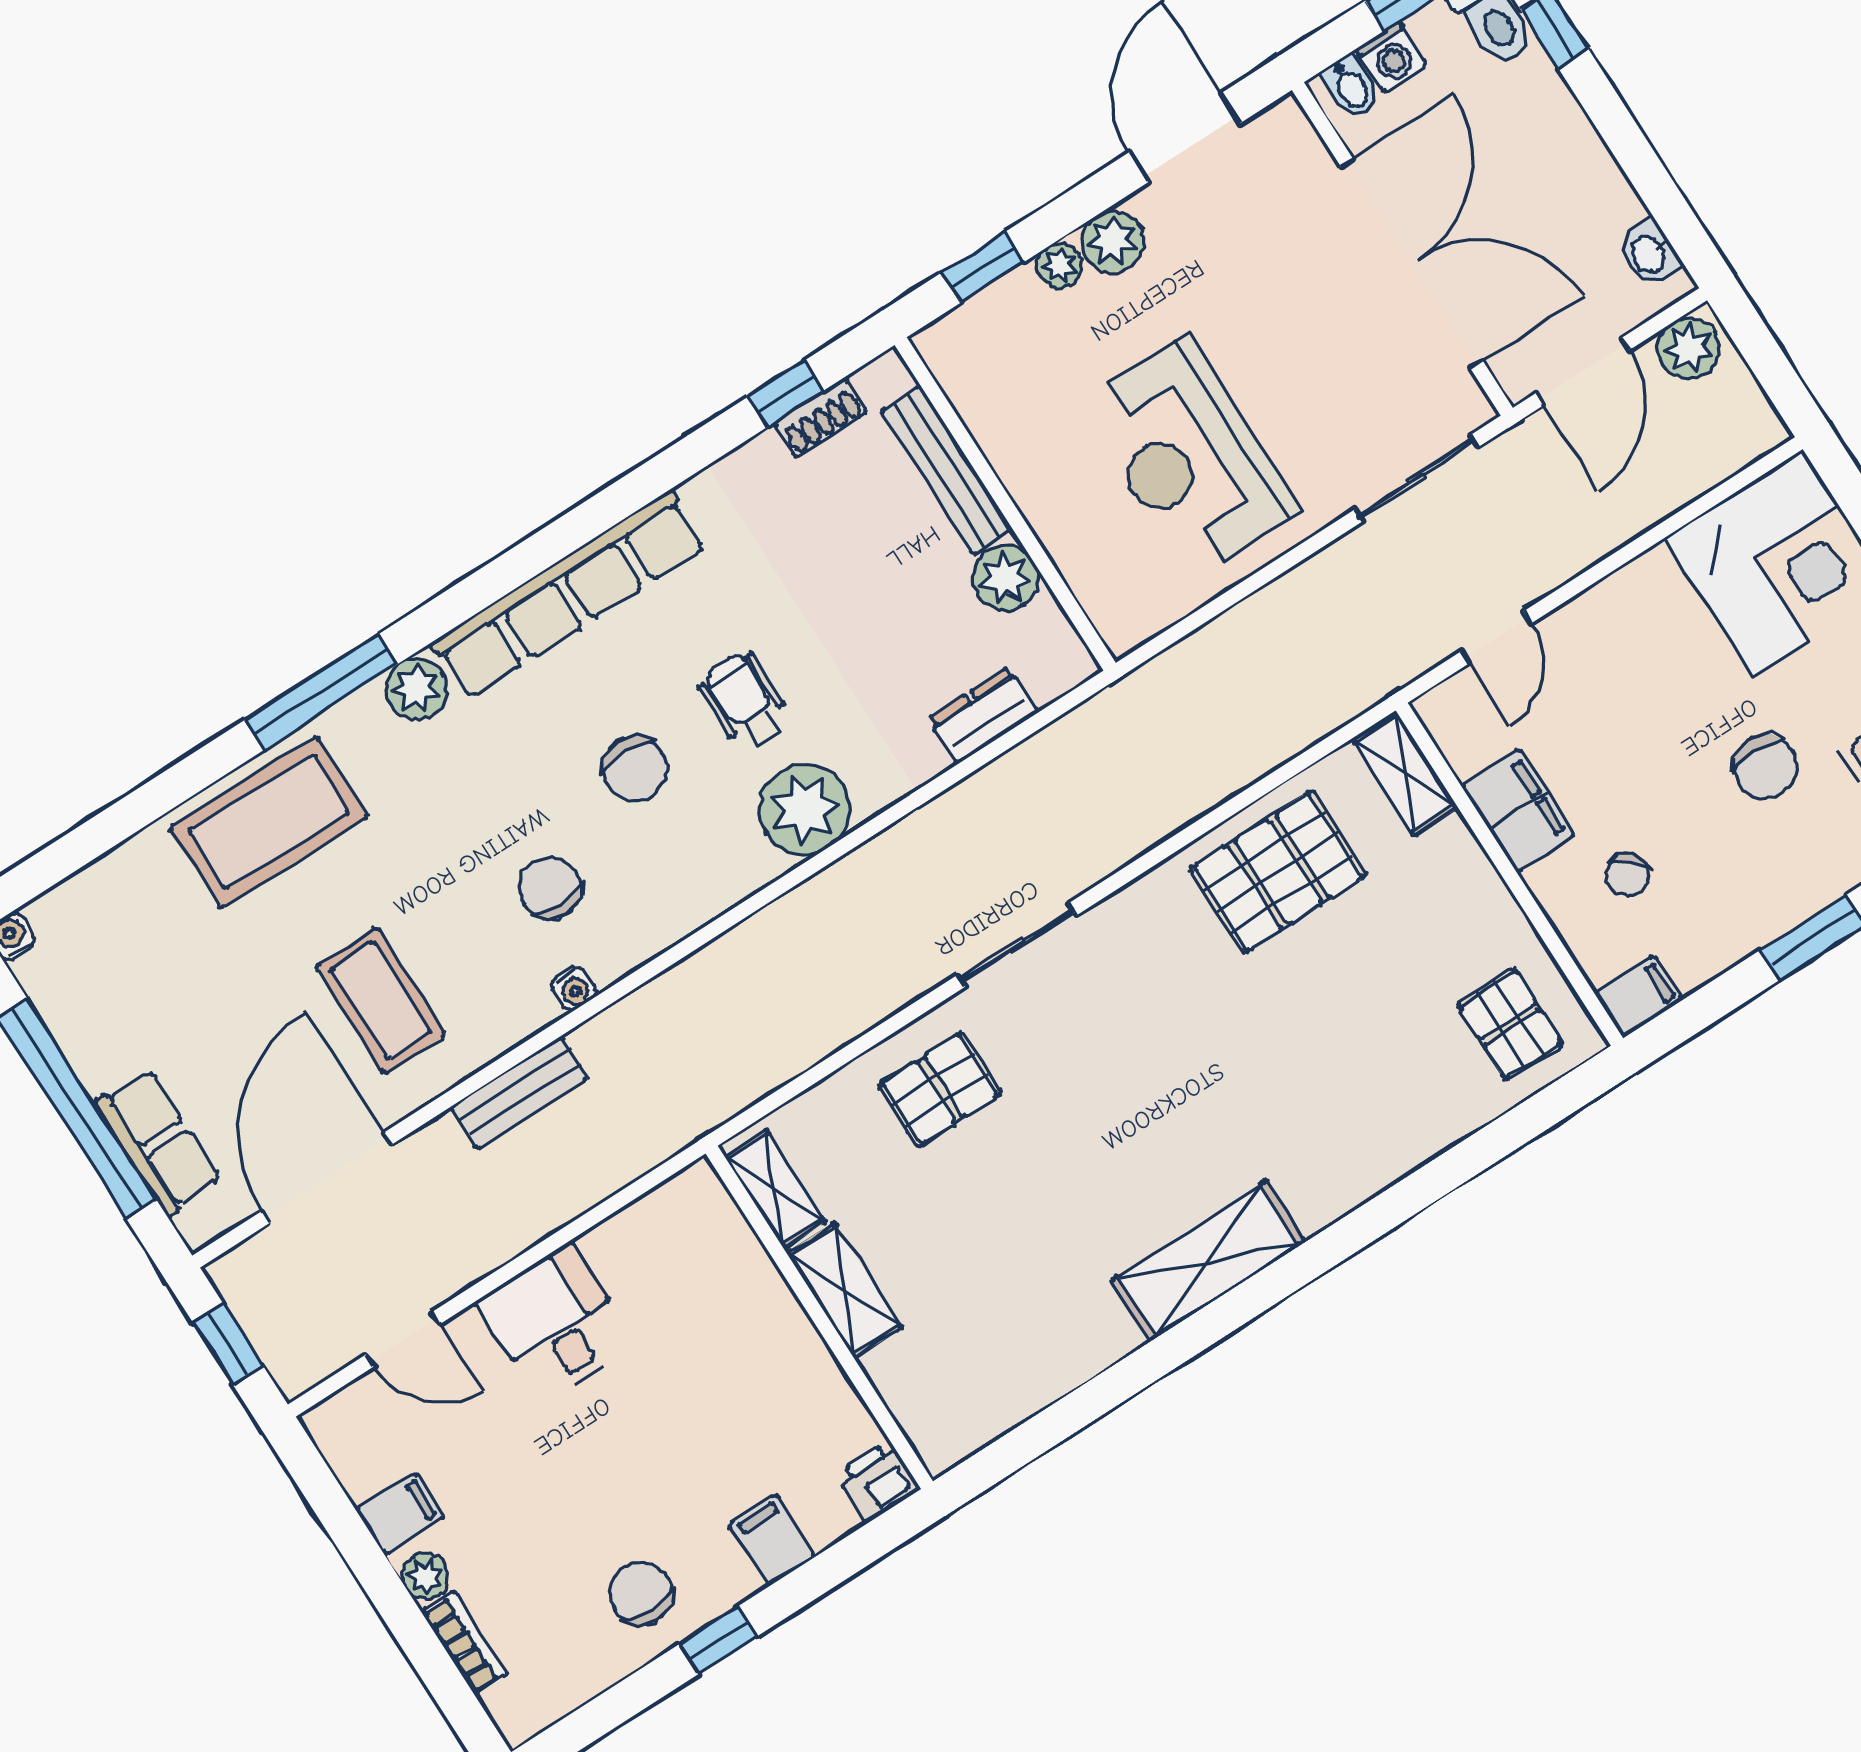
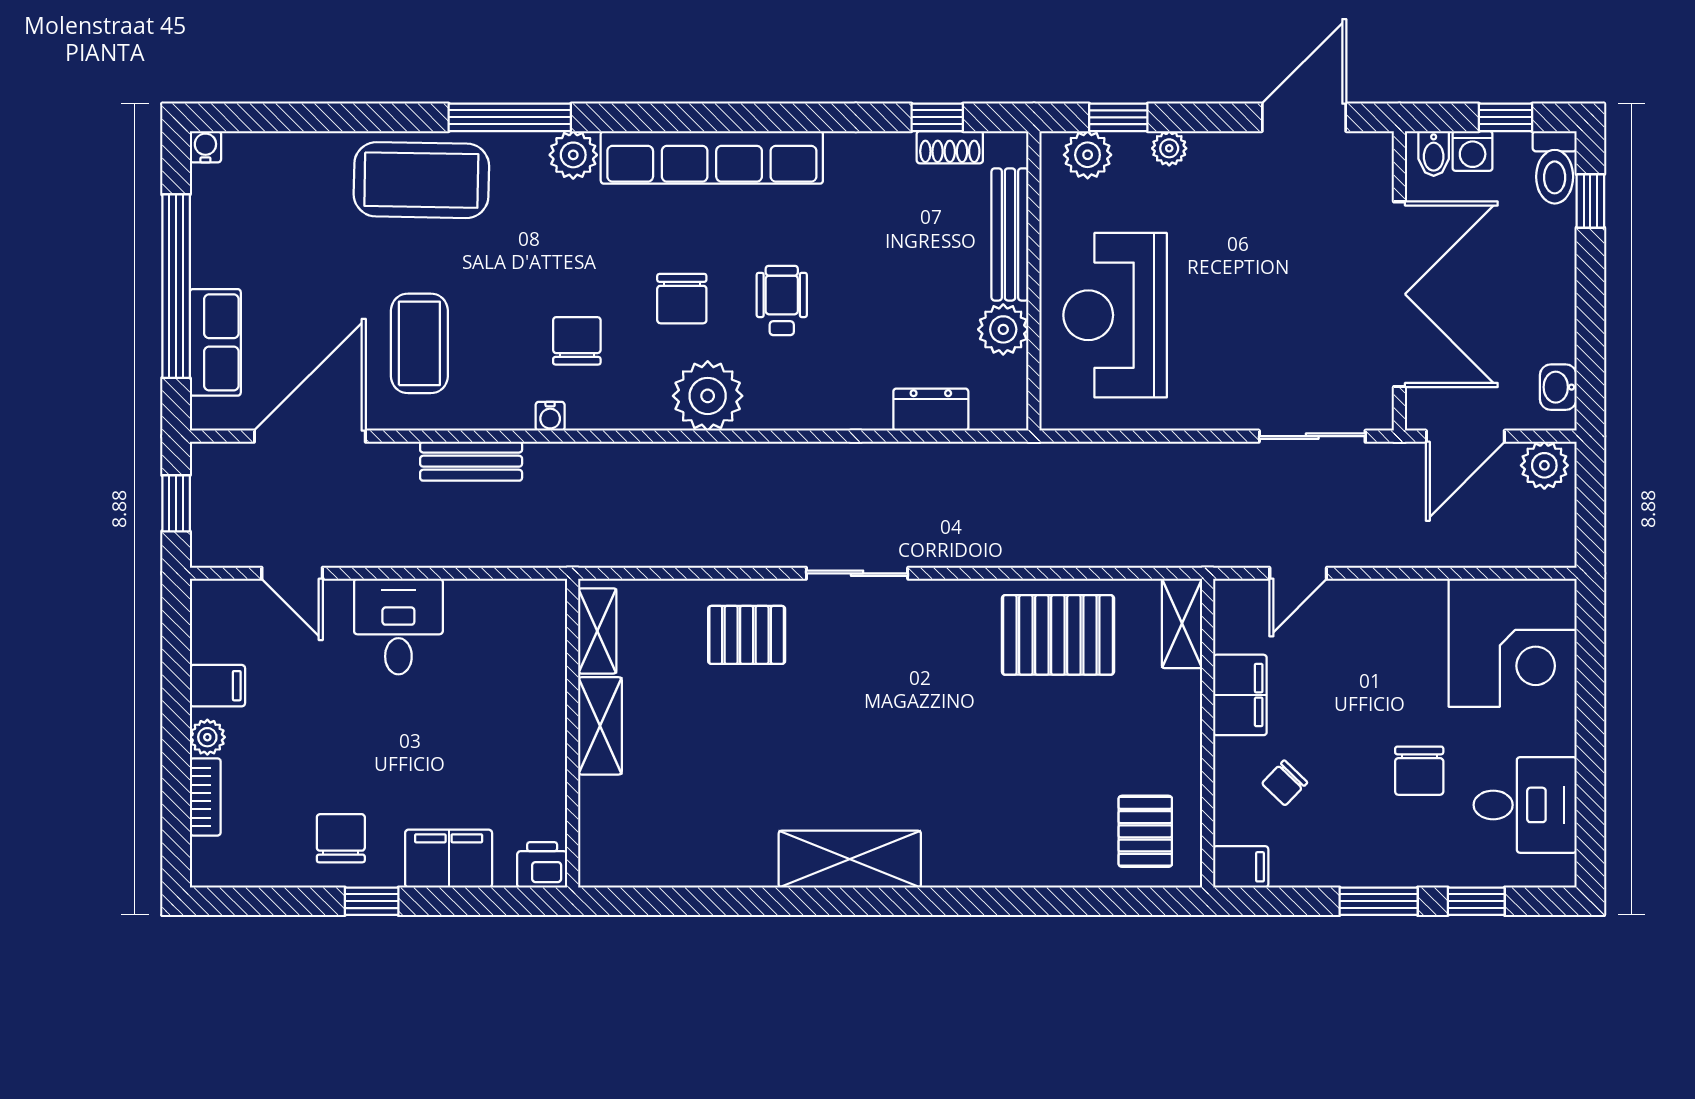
plant: (1113, 241) -> (1088, 155), moved
reception desk: (1189, 457) -> (1115, 315), moved
plant: (805, 809) -> (708, 396), moved
filing cabinet: (772, 1540) -> (449, 859), width x2.00

